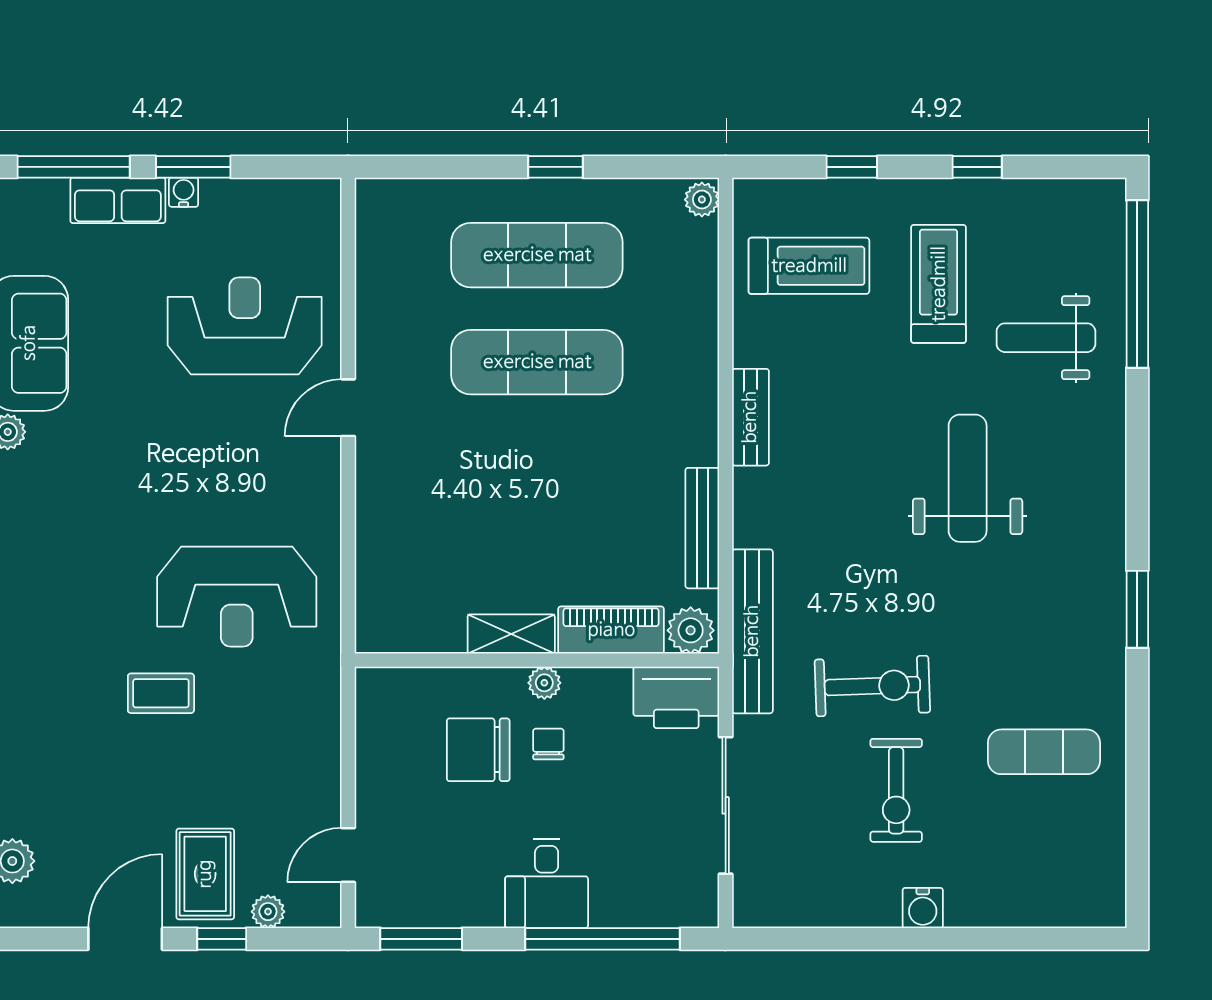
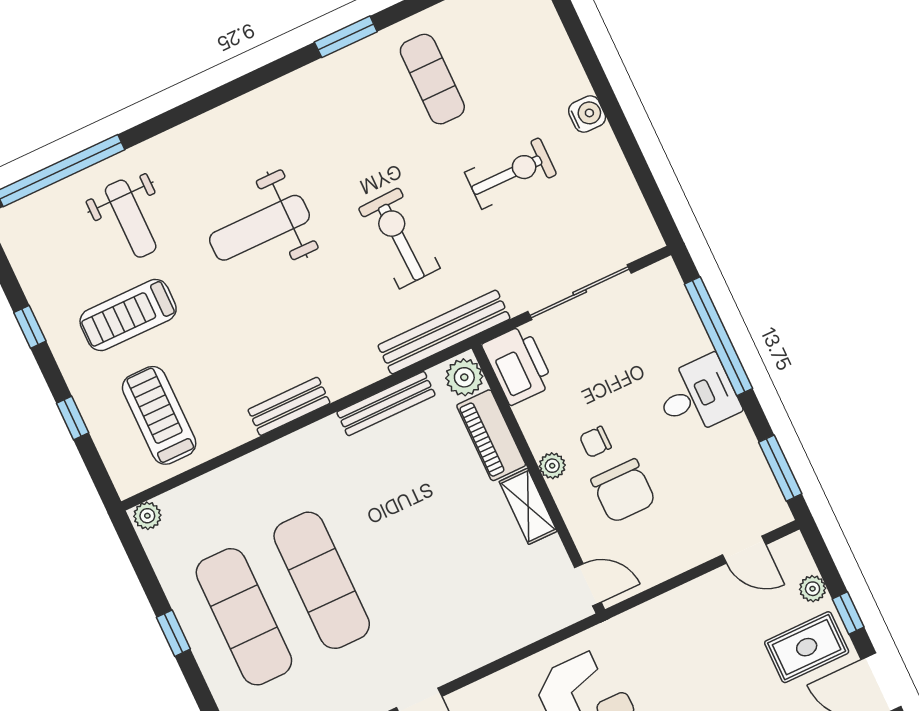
window: (1137, 609) -> (346, 37), moved
door: (391, 660) -> (588, 585), added
exercise bike: (872, 686) -> (399, 238), moved

